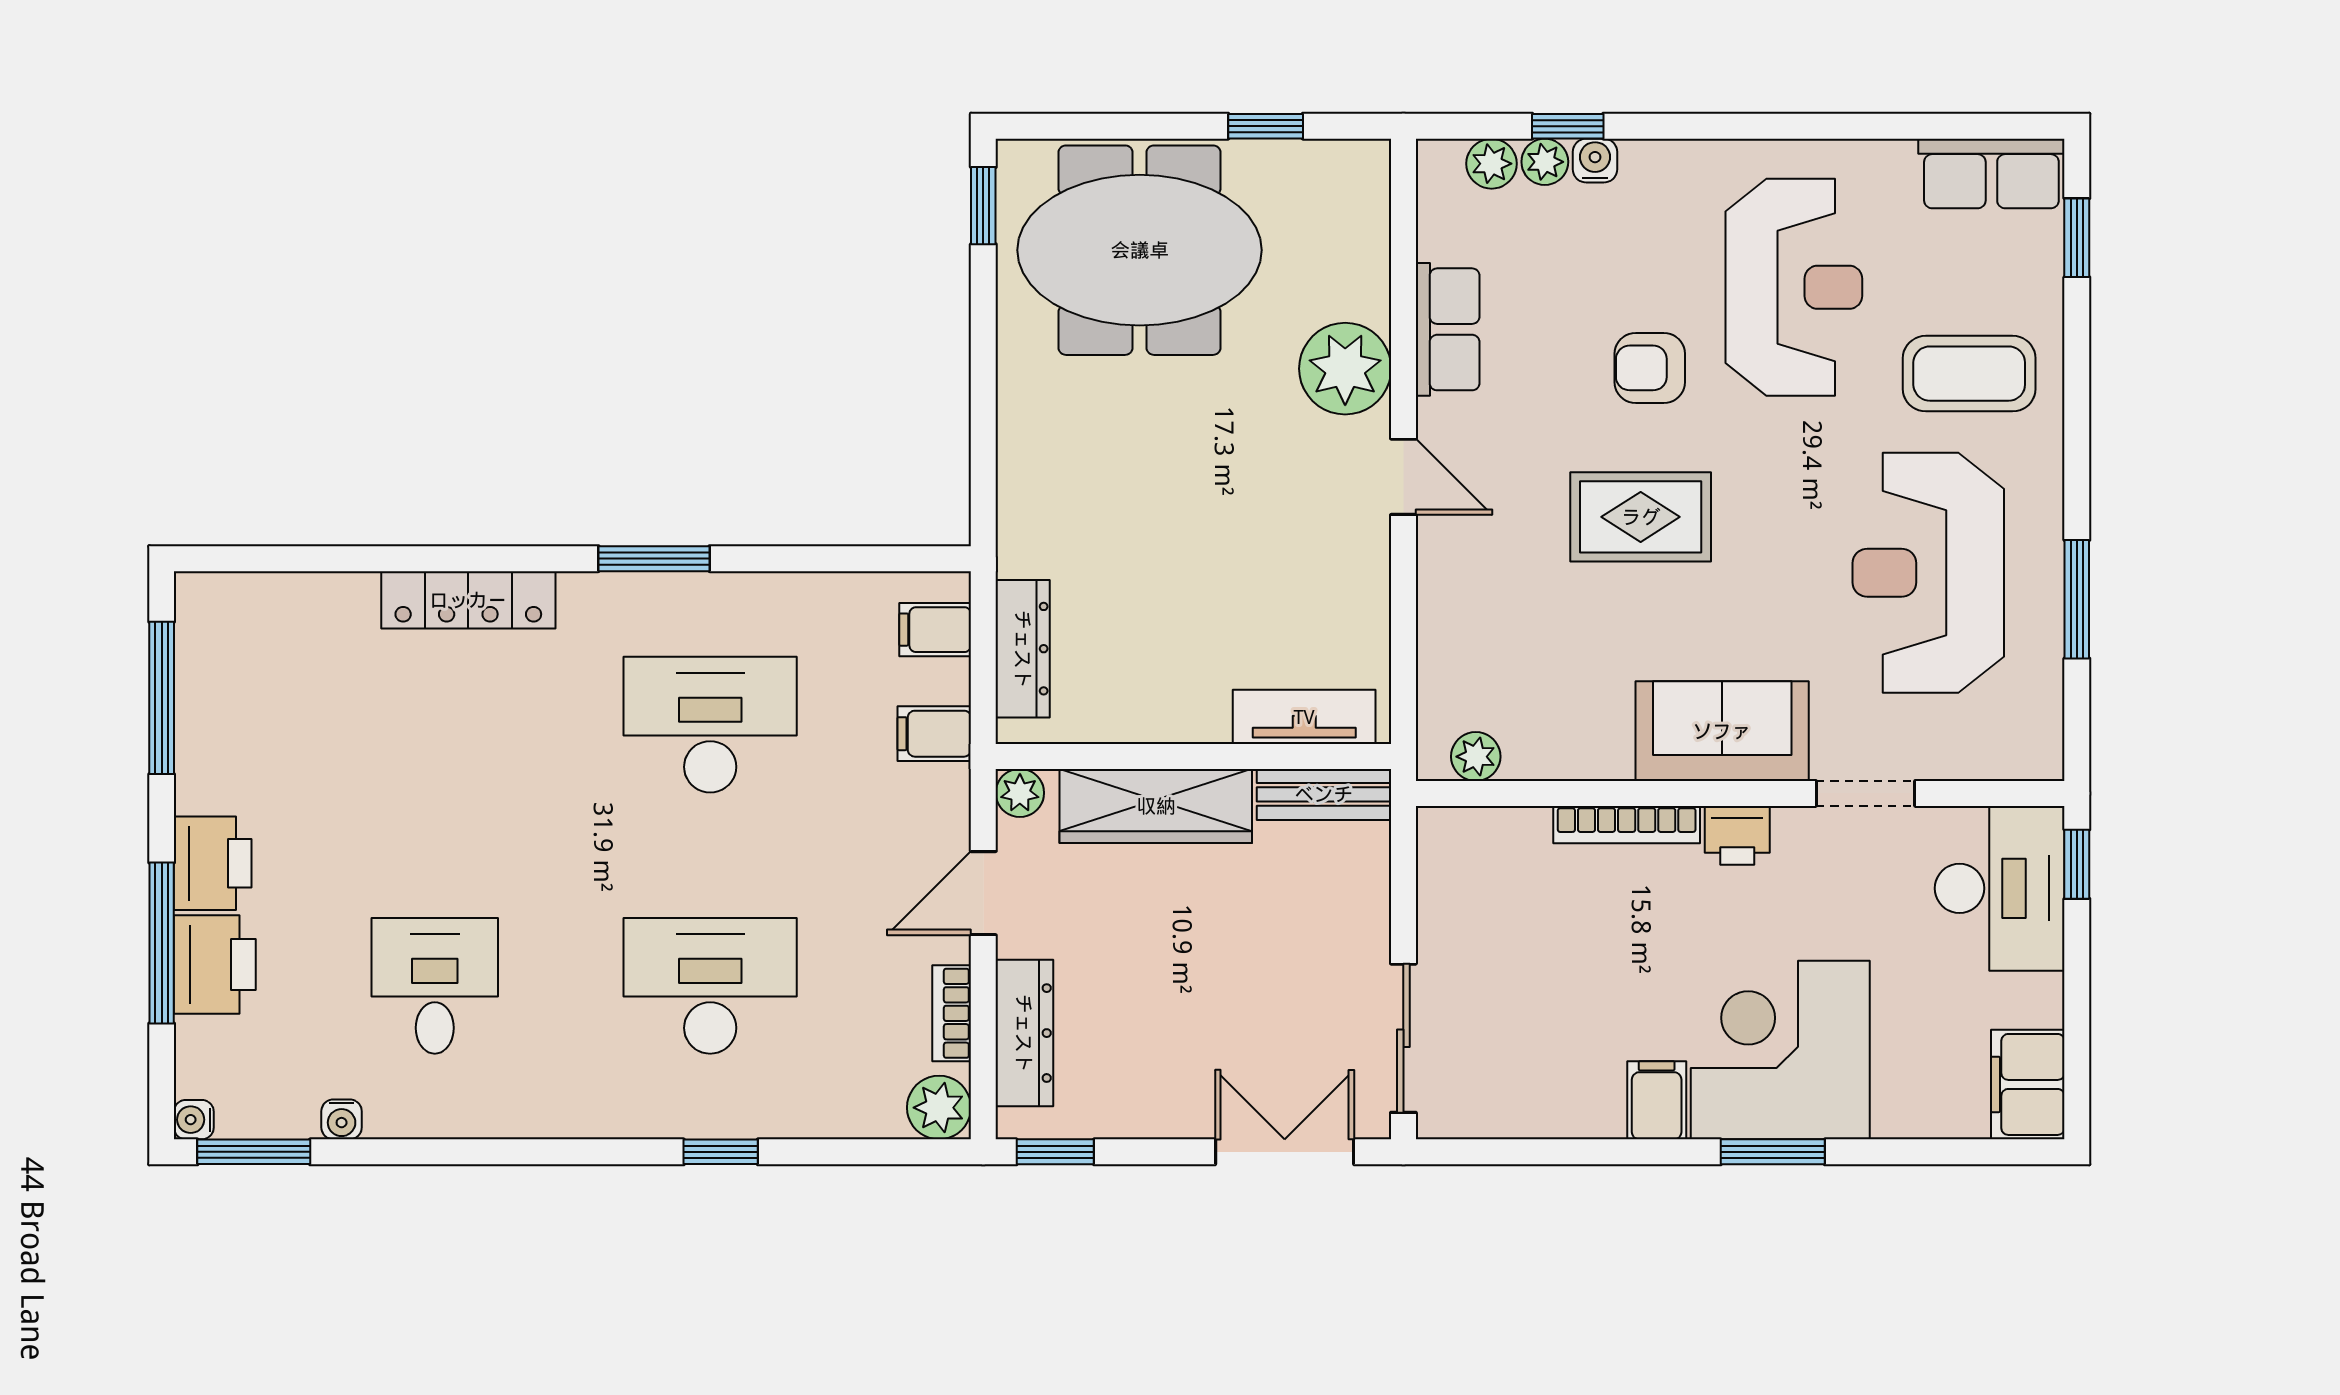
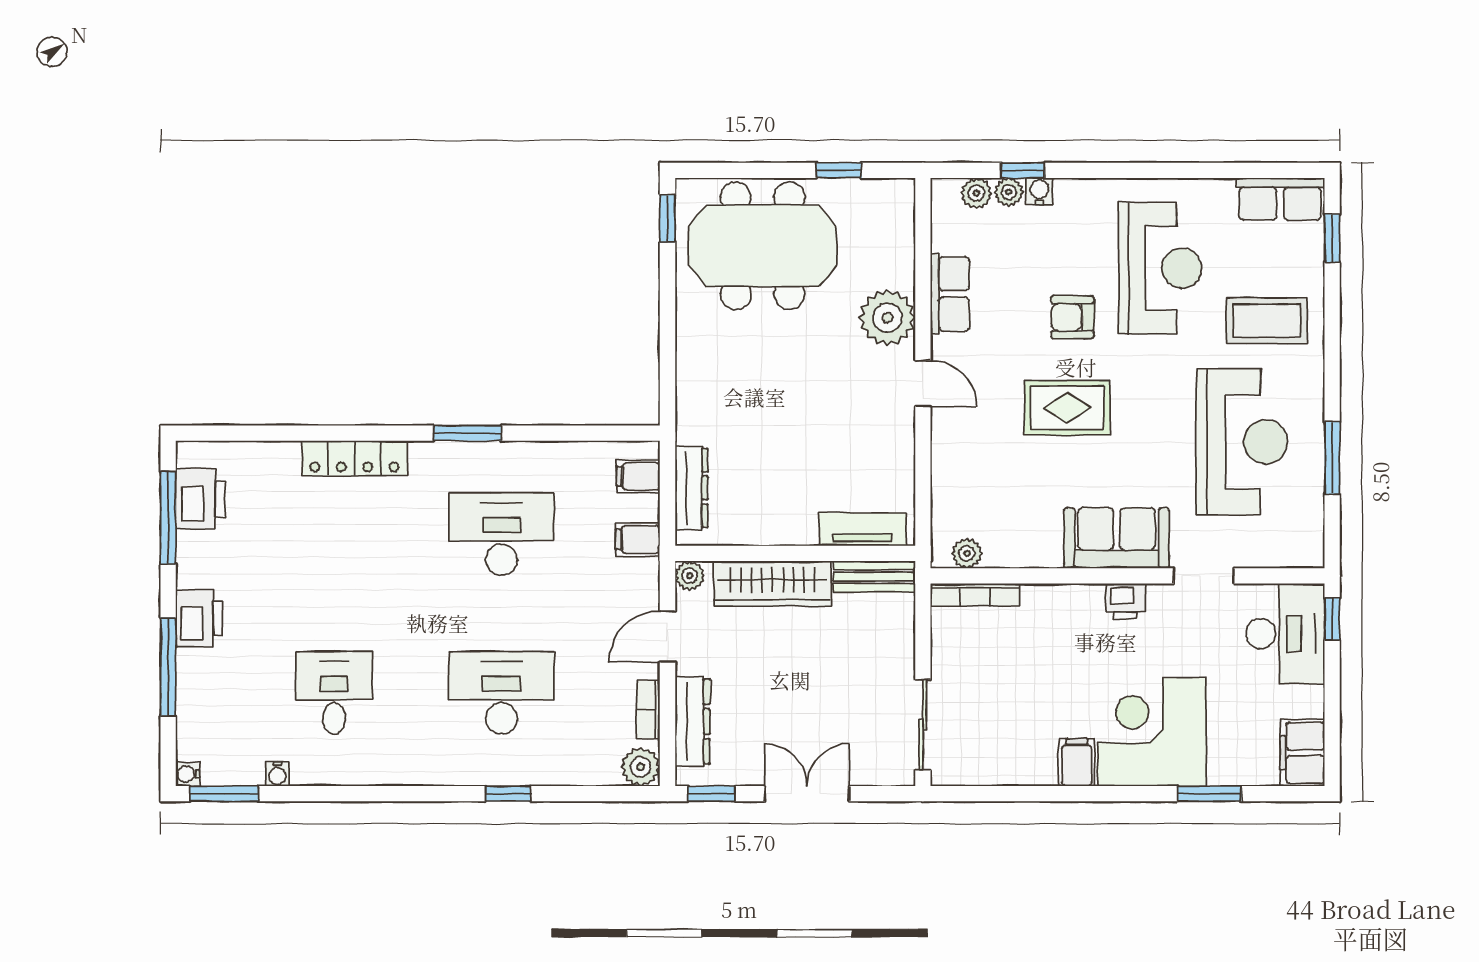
reception desk: (1928, 573) -> (1242, 442), turned 180
bookcase: (1627, 825) -> (975, 595), moved
printer: (215, 965) -> (200, 499), moved
double door: (1285, 1152) -> (807, 794), moved
window: (1773, 1152) -> (1209, 794), moved

